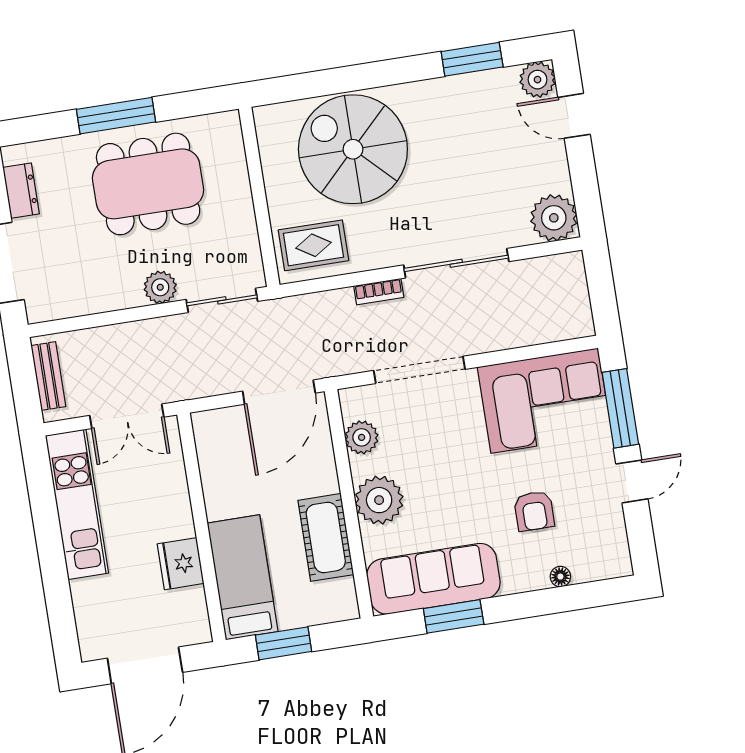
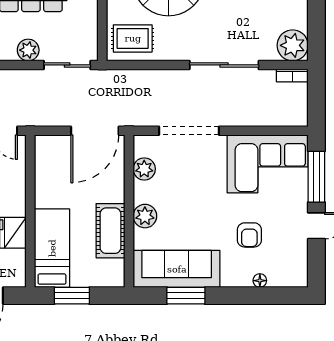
bookcase: (379, 292) -> (292, 75), moved
plant: (379, 500) -> (145, 216), width x0.73, depth x0.73

